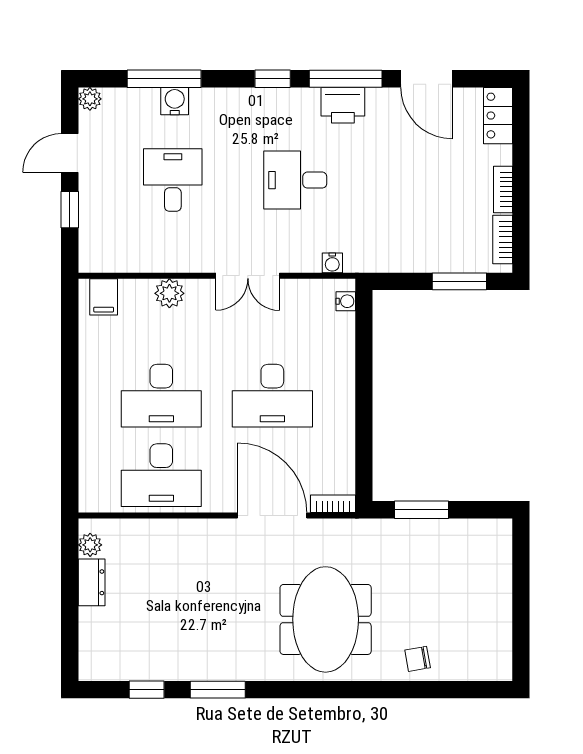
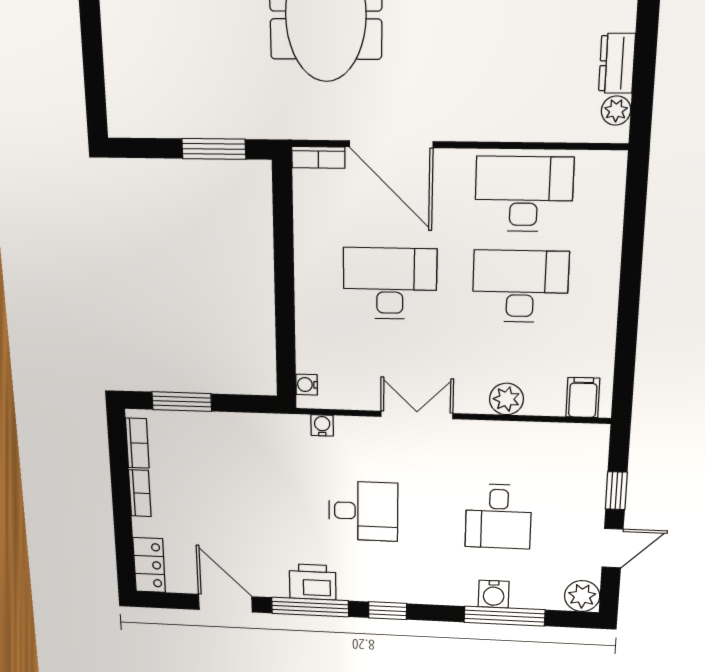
plant: (90, 99) -> (582, 596), width x1.38, depth x1.38

